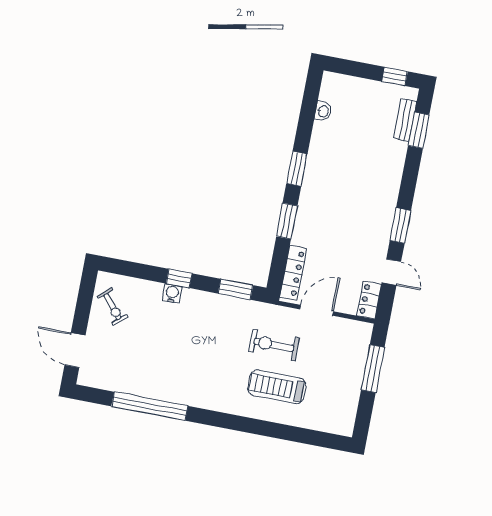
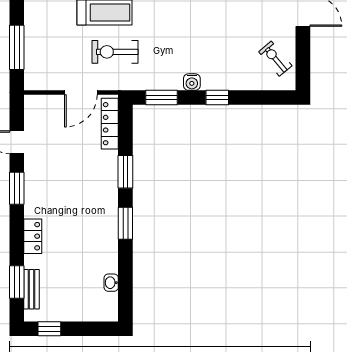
water cooler: (172, 293) -> (192, 82), moved
locker: (369, 300) -> (33, 236), moved
exercise bike: (274, 345) -> (115, 52), turned 180

